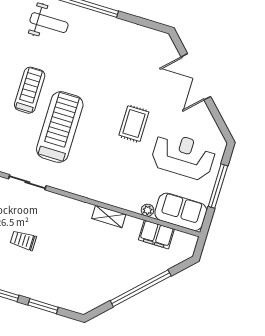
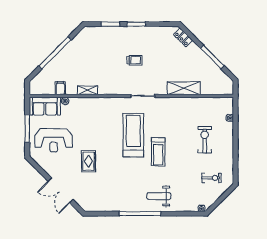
double door: (196, 77) -> (61, 190), swing flipped
rug: (134, 124) -> (88, 161), moved
treadmill: (60, 127) -> (133, 135), turned 180
filing cabinet: (156, 234) -> (60, 88), width x0.50

